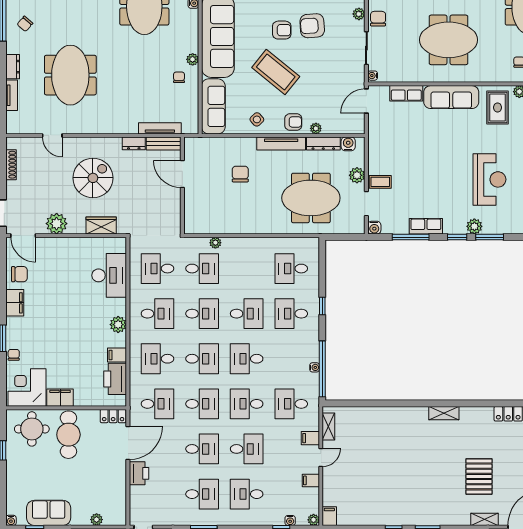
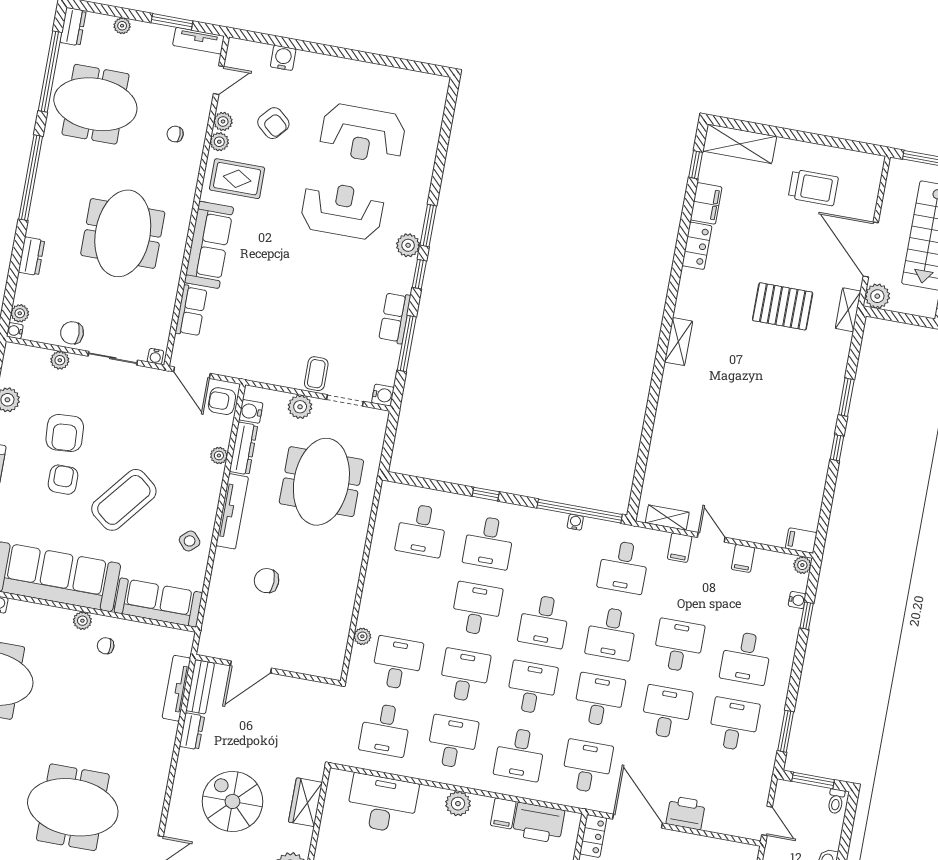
armchair: (293, 122) -> (222, 401), moved, turned -90

